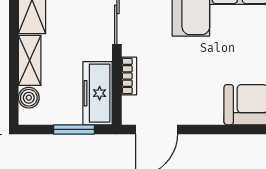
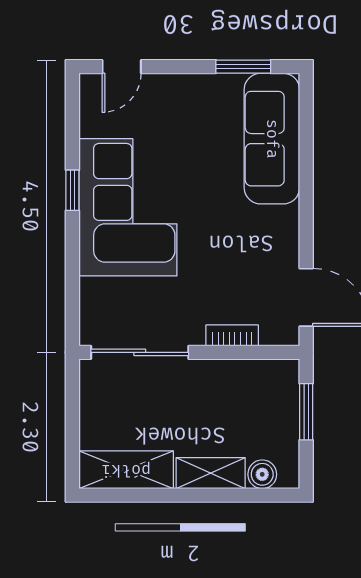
freezer: (98, 93) -> (256, 379), removed

